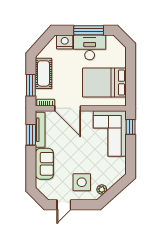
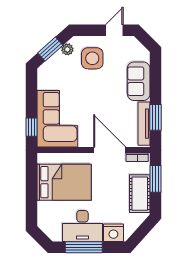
window: (115, 190) -> (50, 49), added

